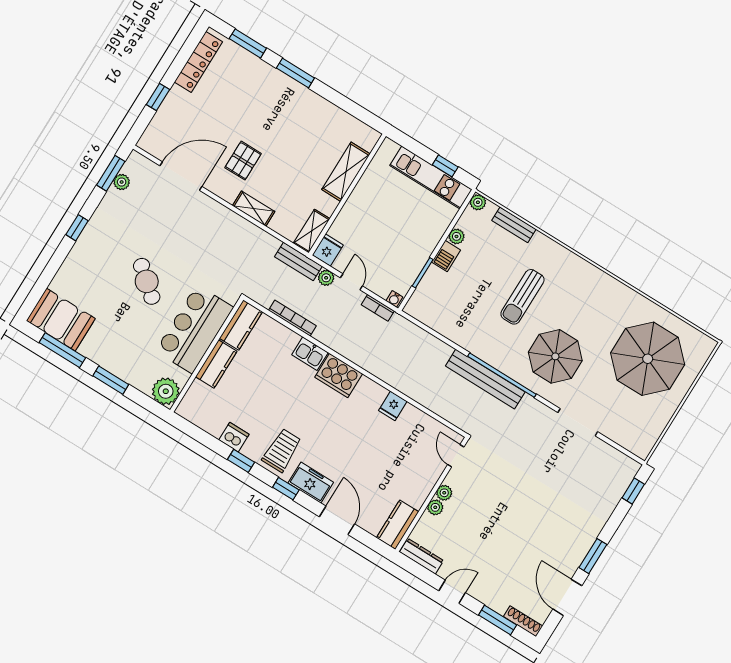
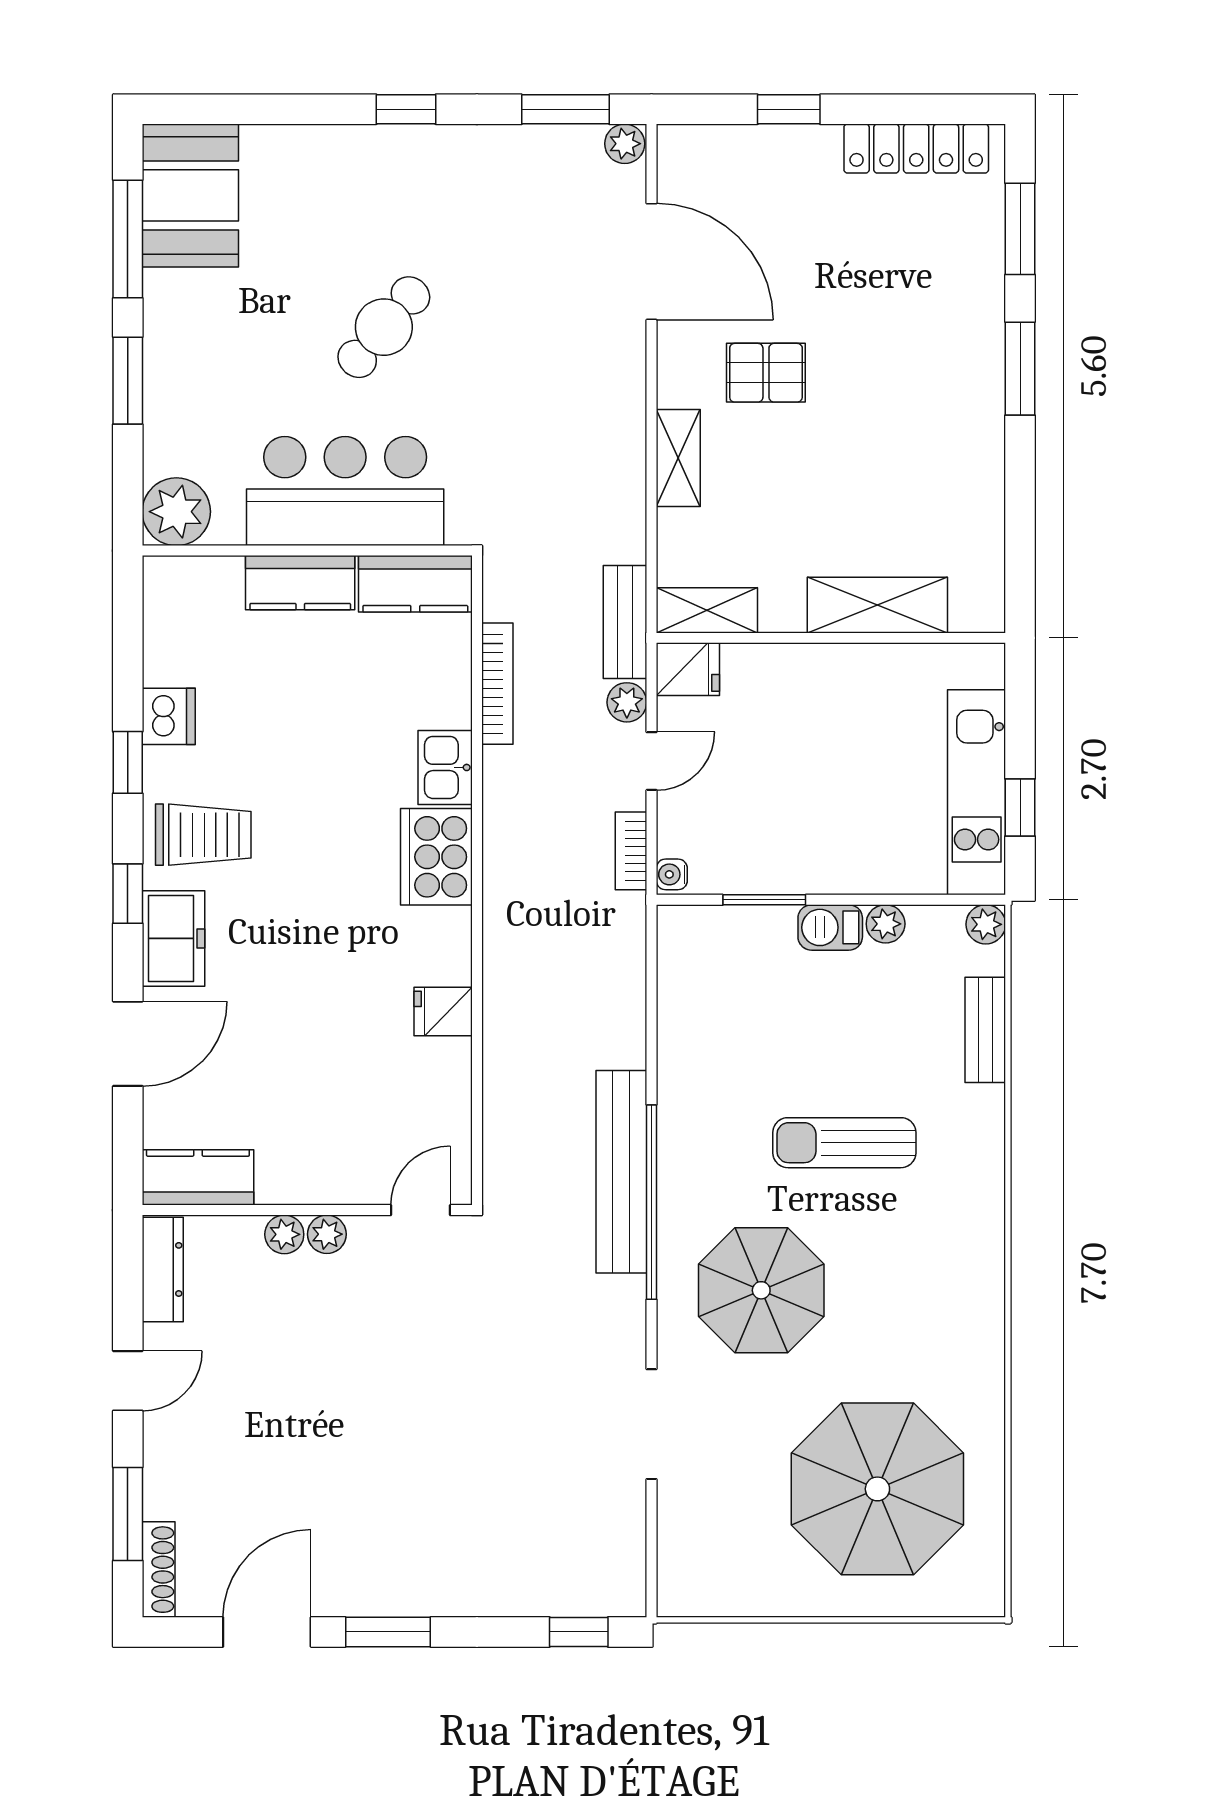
plant: (122, 182) -> (625, 144), moved
door: (452, 592) -> (128, 1381), hinge flipped

